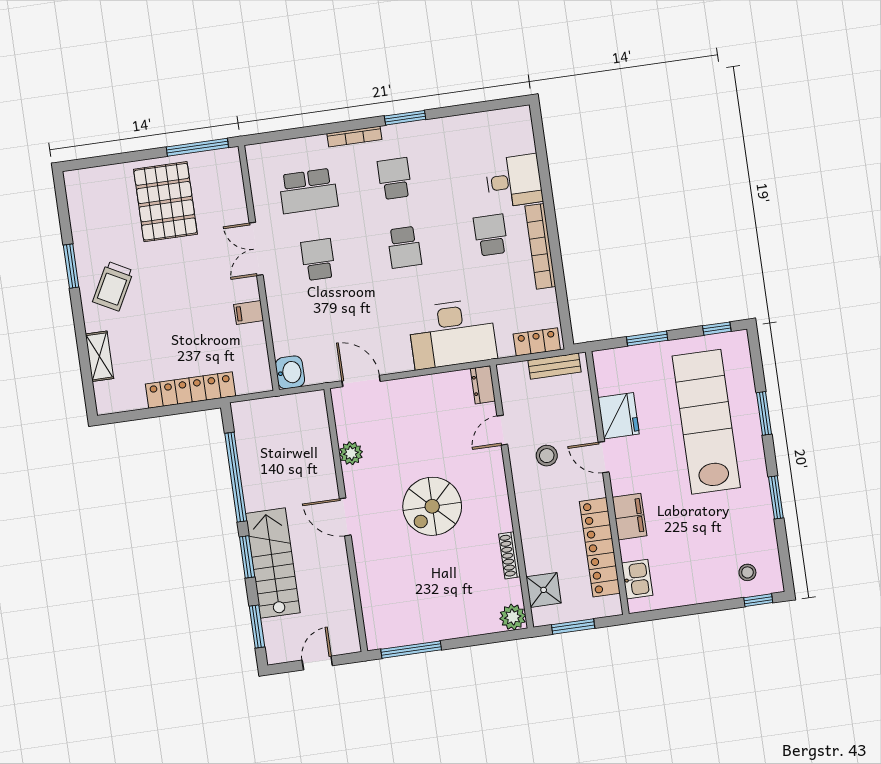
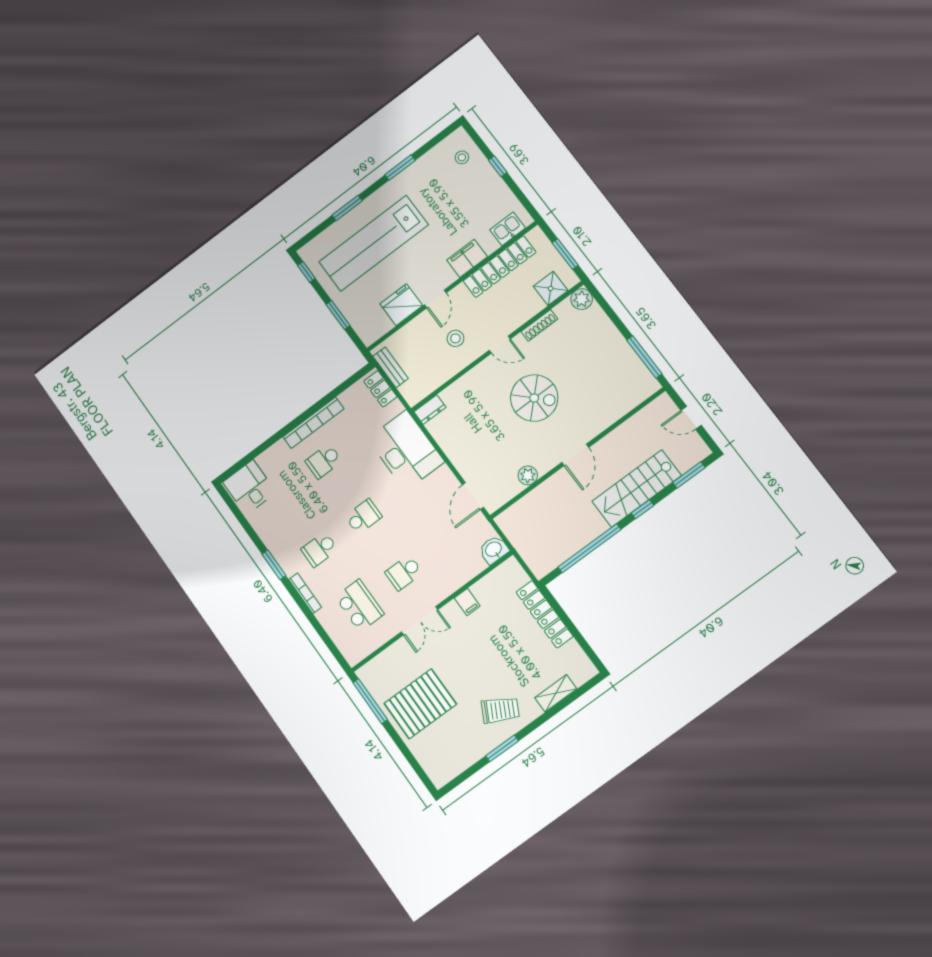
desk: (514, 181) -> (249, 487), moved
door: (502, 430) -> (500, 345), moved
window: (247, 557) -> (642, 509), width x0.67
window: (758, 600) -> (498, 166), moved

